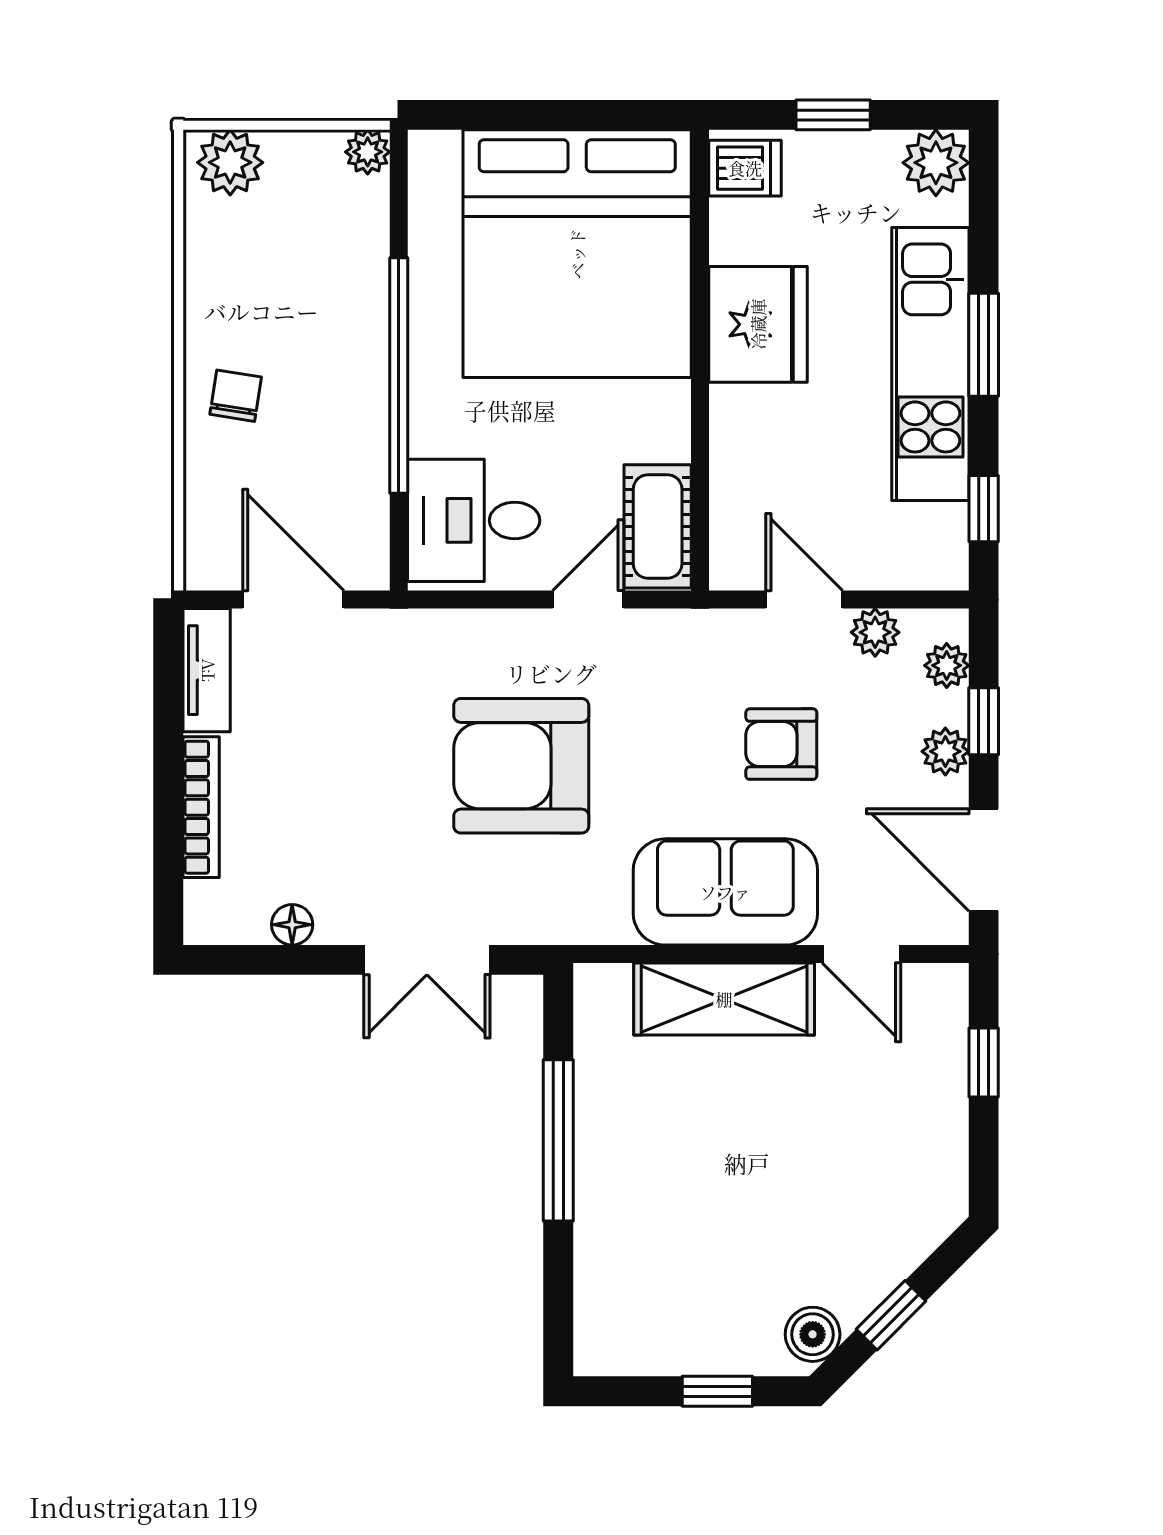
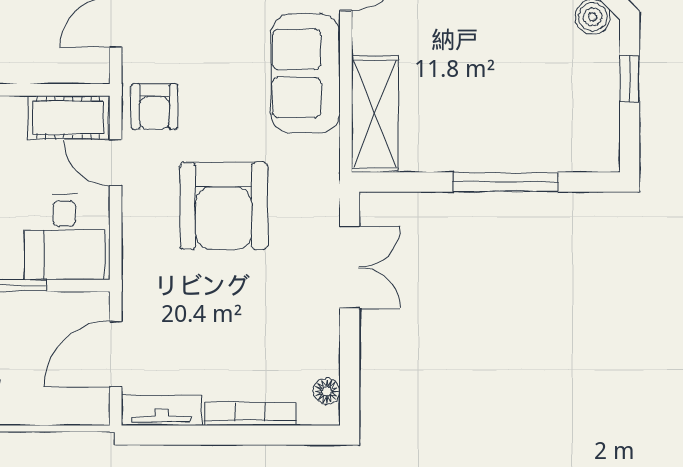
armchair: (781, 744) -> (154, 107), moved
floor lamp: (292, 925) -> (327, 391), moved
shelving: (724, 999) -> (375, 114), moved
window: (558, 1140) -> (506, 182), moved

